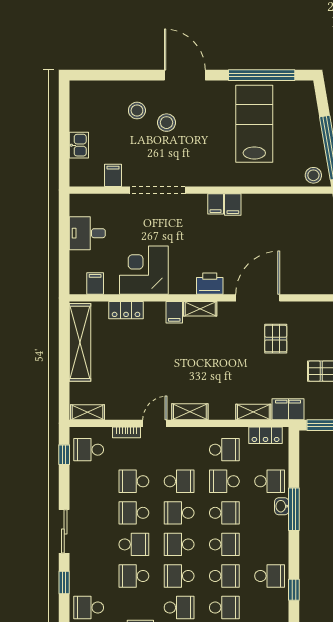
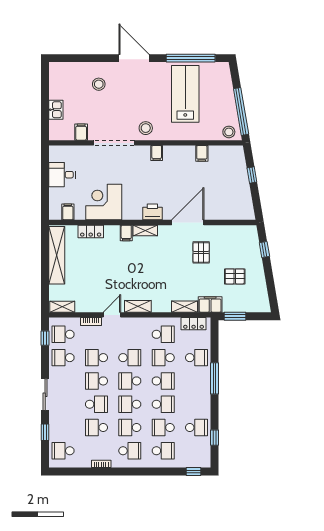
stool: (166, 123) -> (146, 128), moved
filing cabinet: (233, 204) -> (202, 153), moved
school desk: (89, 481) -> (63, 358), added
washbasin: (282, 506) -> (206, 376), removed
school desk: (224, 576) -> (163, 427), turned 180

